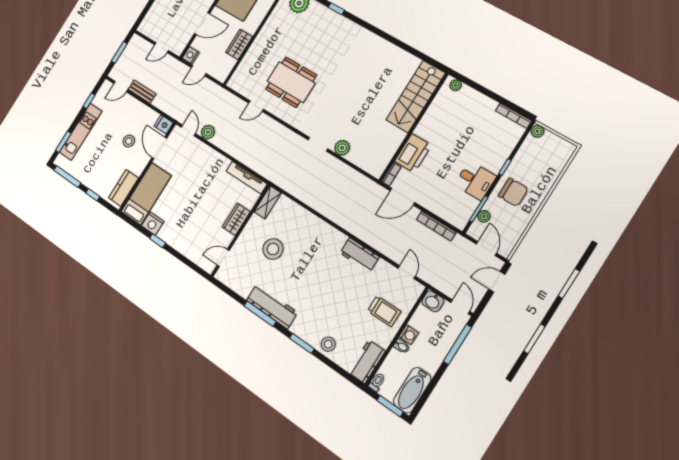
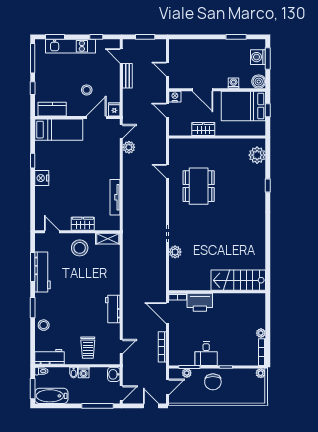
plant: (456, 85) -> (261, 333), moved
shelving: (268, 202) -> (108, 239), moved
wardrobe: (236, 219) -> (83, 224), moved
nightstand: (153, 224) -> (42, 178), moved
wall: (240, 230) -> (77, 232), moved
door: (223, 258) -> (52, 232), moved

